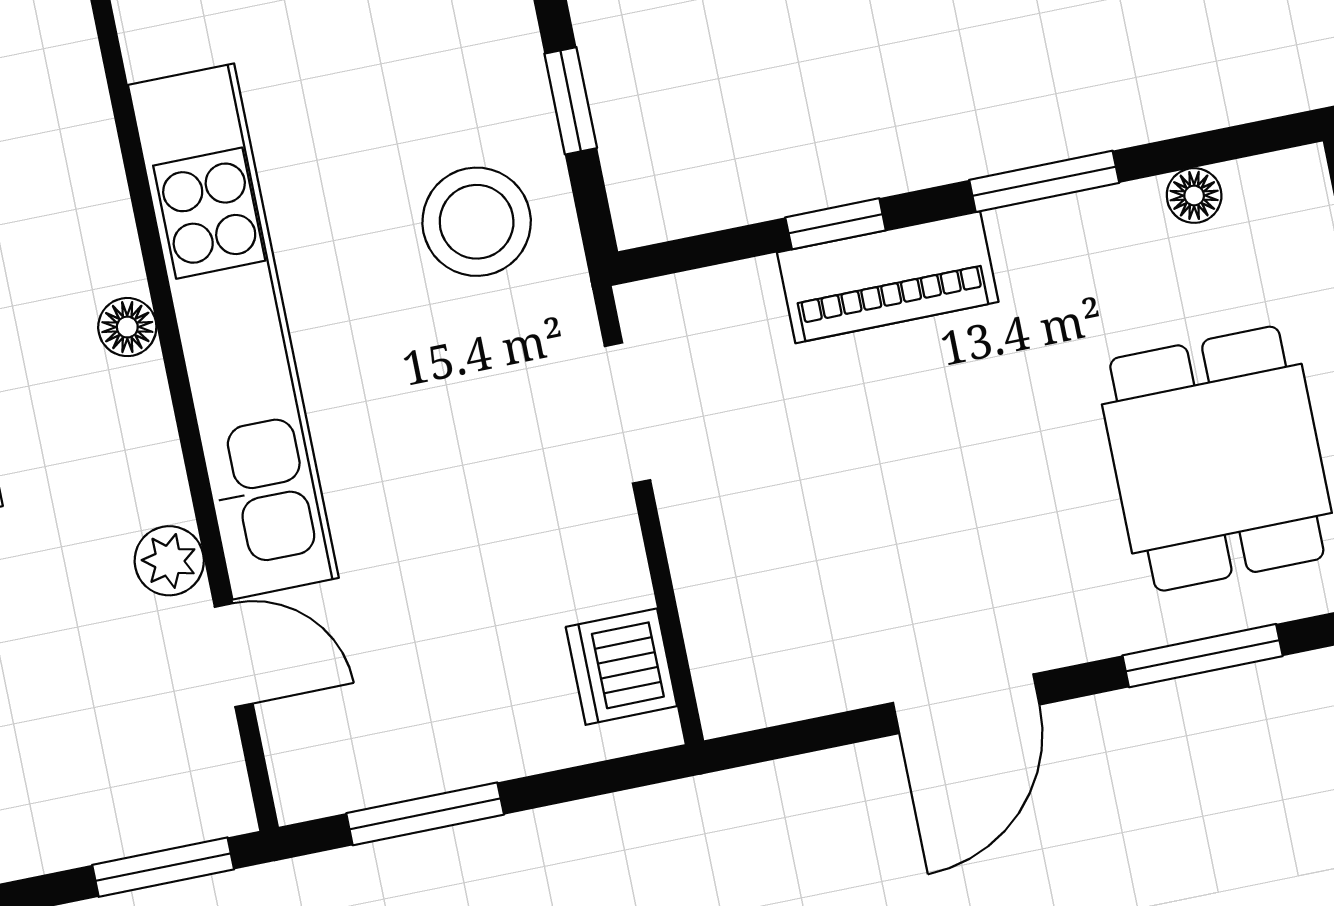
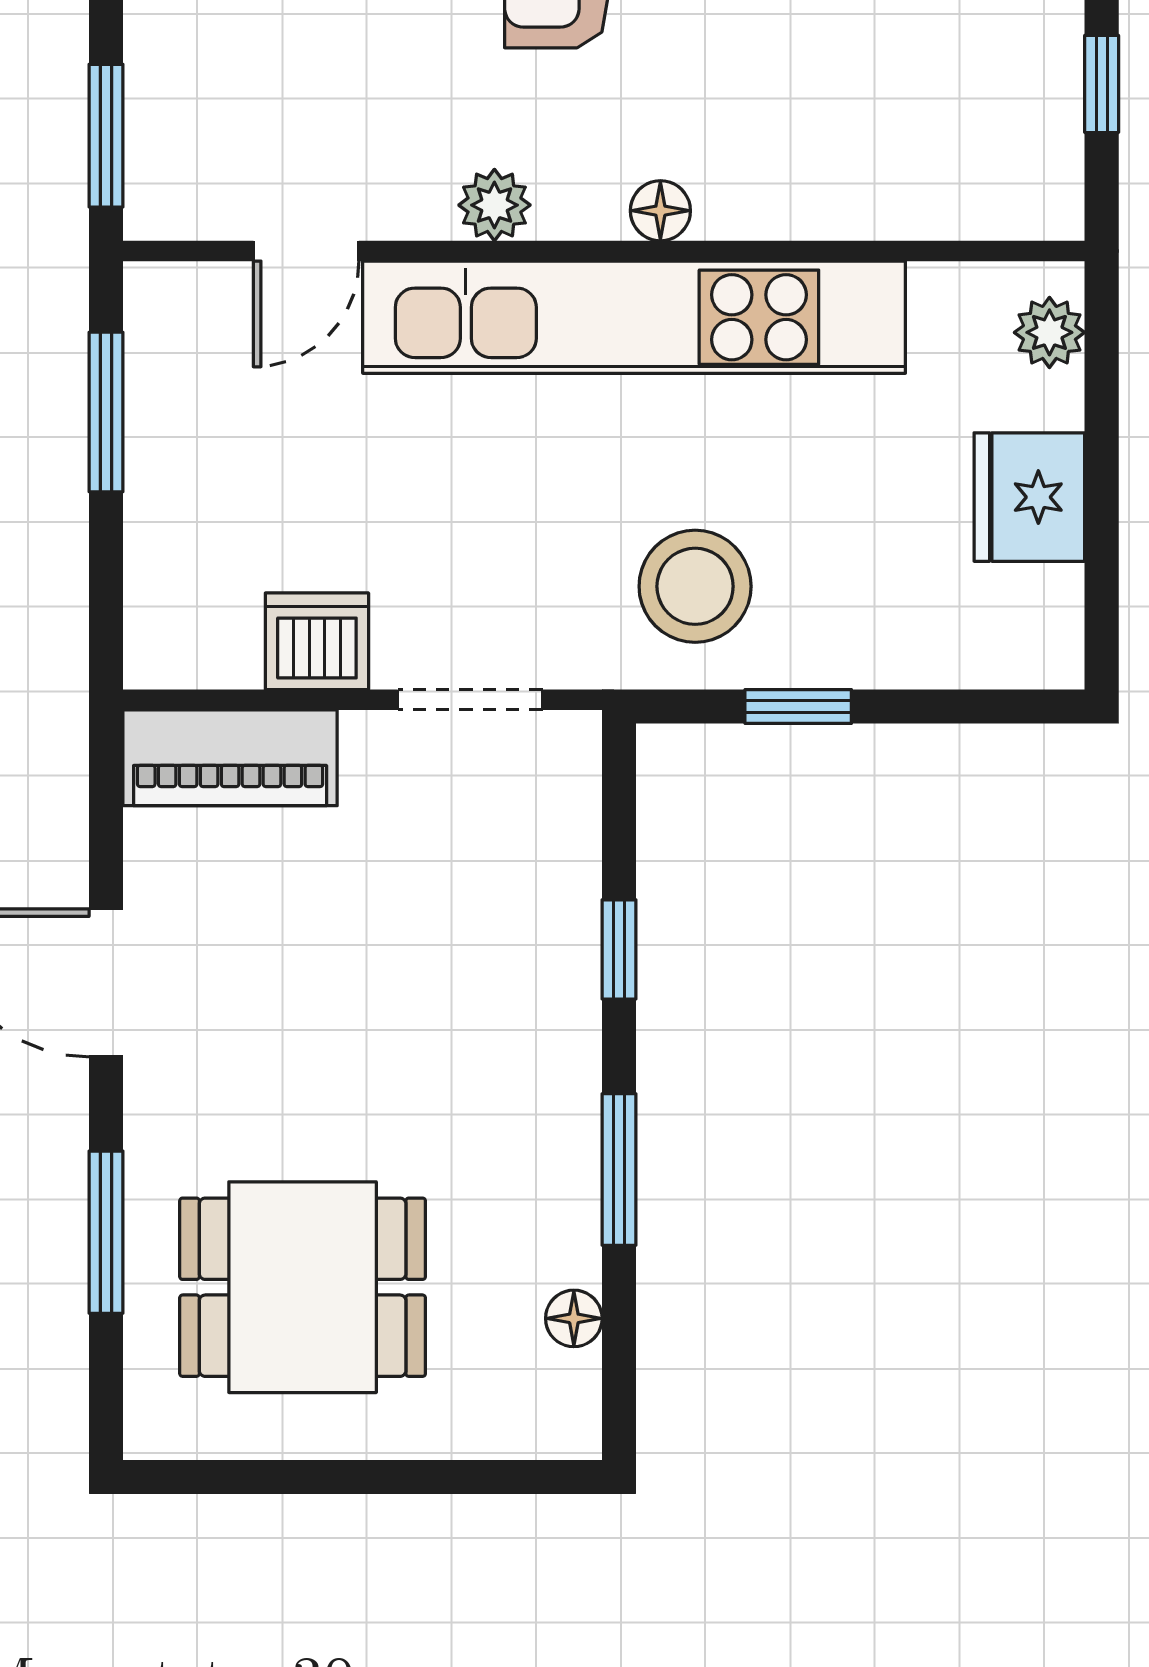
piano: (888, 277) -> (230, 758), moved, turned -90
plant: (169, 561) -> (494, 205), moved
dishwasher: (621, 667) -> (317, 641), moved

